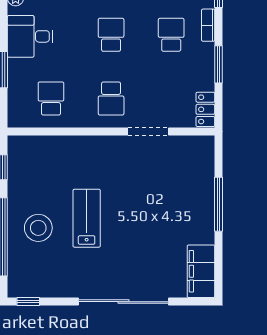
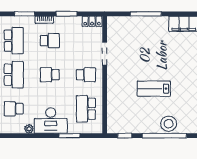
school desk: (171, 35) -> (50, 41), turned 180
desk: (30, 36) -> (51, 121), width x1.37
school desk: (51, 99) -> (86, 109), width x1.85
stool: (38, 228) -> (169, 124), moved

